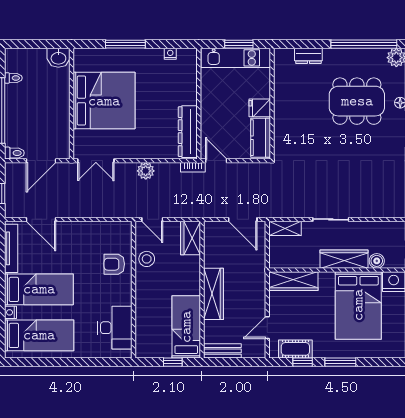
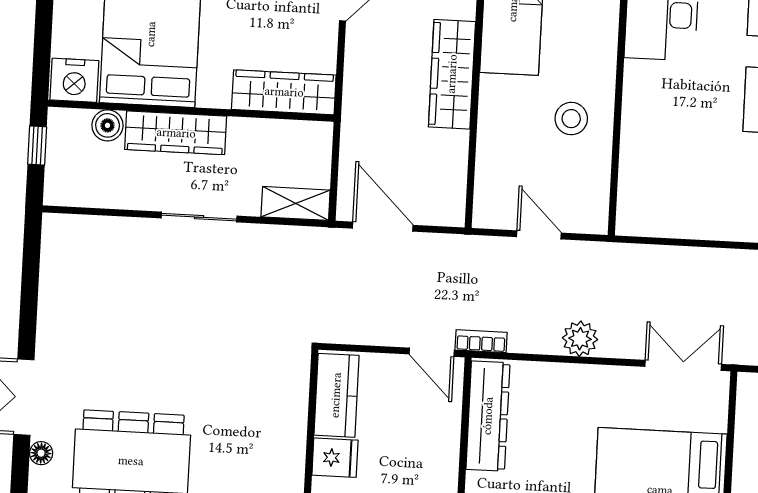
door: (152, 219) -> (539, 235), moved
wardrobe: (190, 238) -> (494, 194), removed
stool: (147, 259) -> (571, 119), moved
armchair: (114, 264) -> (656, 147), removed

